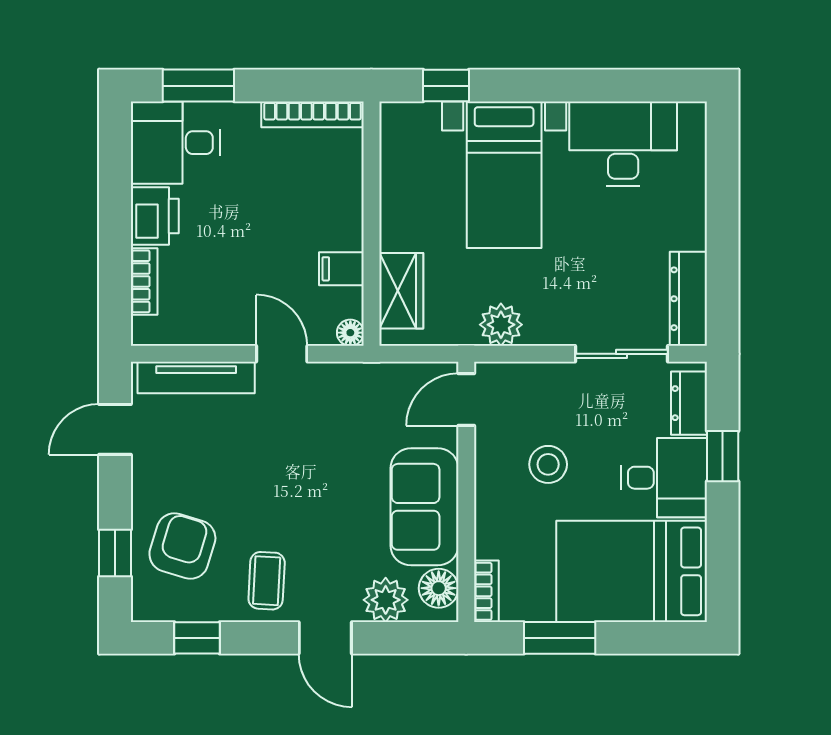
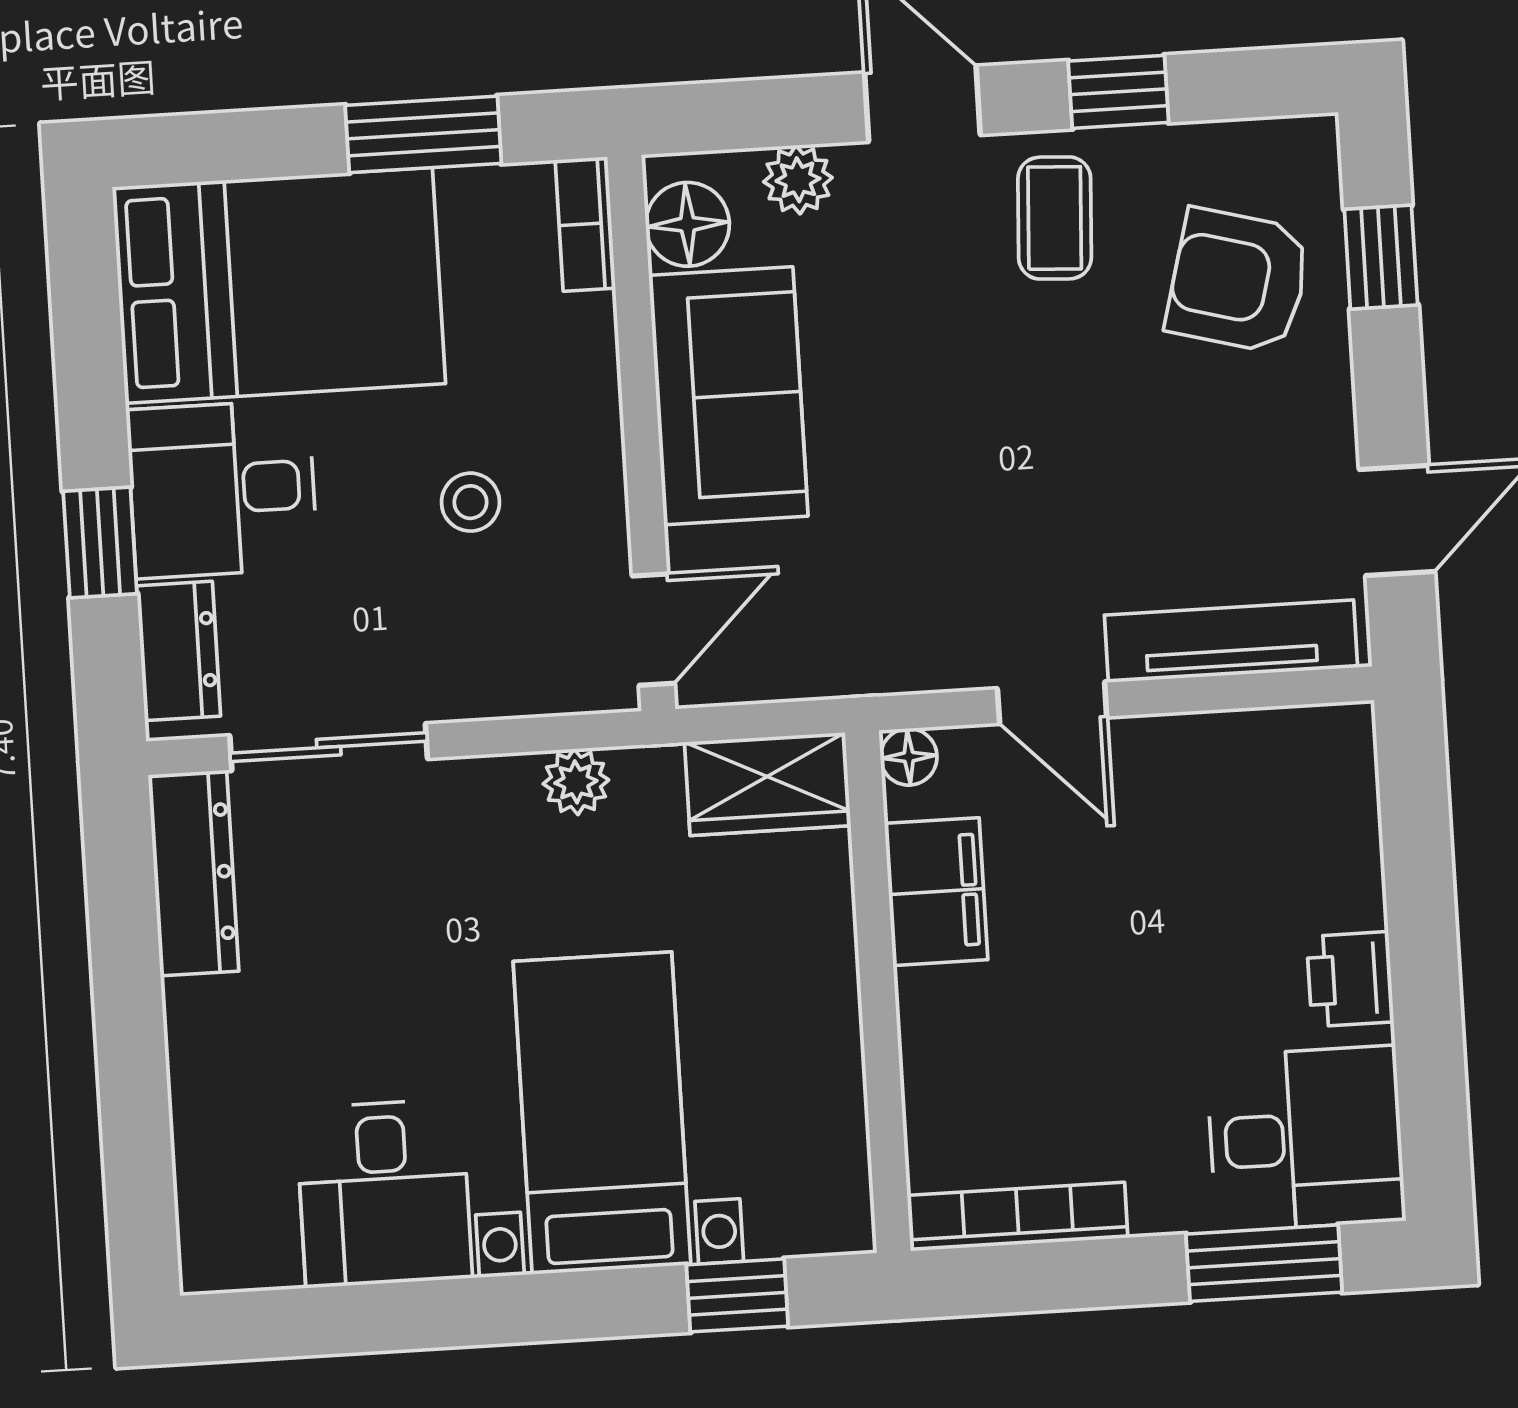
desk: (623, 144) -> (384, 1193), width x0.73
printer: (155, 216) -> (1350, 979), width x0.73, depth x0.81
filing cabinet: (341, 269) -> (936, 892), width x2.00
bookcase: (144, 281) -> (1354, 839), removed
wardrobe: (401, 291) -> (768, 784), moved, turned -90
plant: (501, 325) -> (576, 782), width x0.73, depth x0.73
stool: (548, 464) -> (470, 502), width x0.73, depth x0.73
armchair: (182, 546) -> (1238, 281), turned 88
plant: (386, 600) -> (798, 180), width x0.73, depth x0.73
window: (197, 638) -> (1118, 92), moved

